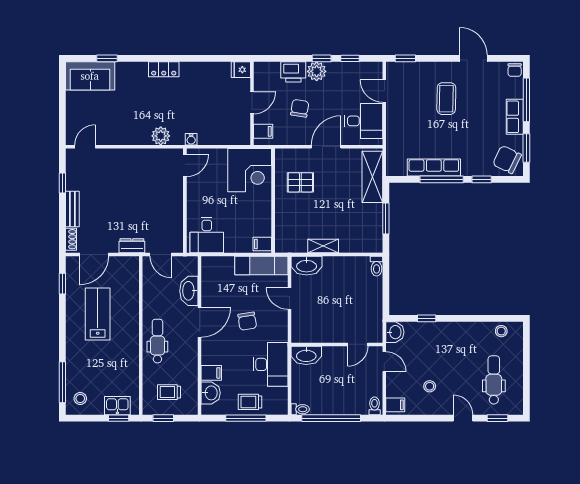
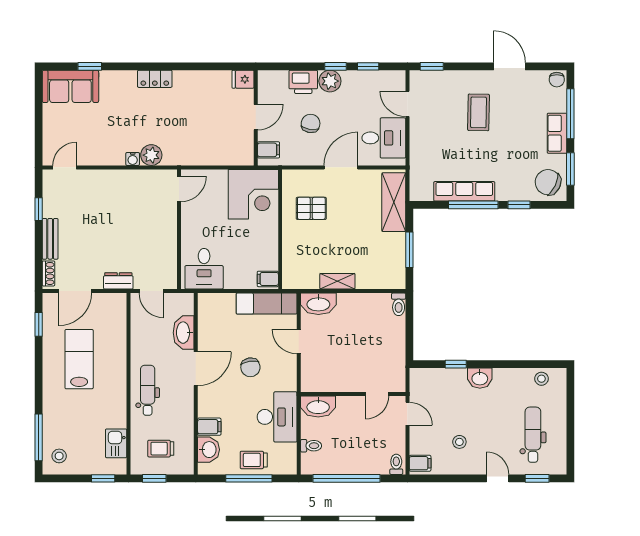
water cooler: (191, 139) -> (133, 159), moved
washbasin: (395, 332) -> (480, 378), moved, turned 90
kitchen sink: (117, 406) -> (116, 443), moved, turned -90
toilet: (300, 409) -> (311, 446), moved

